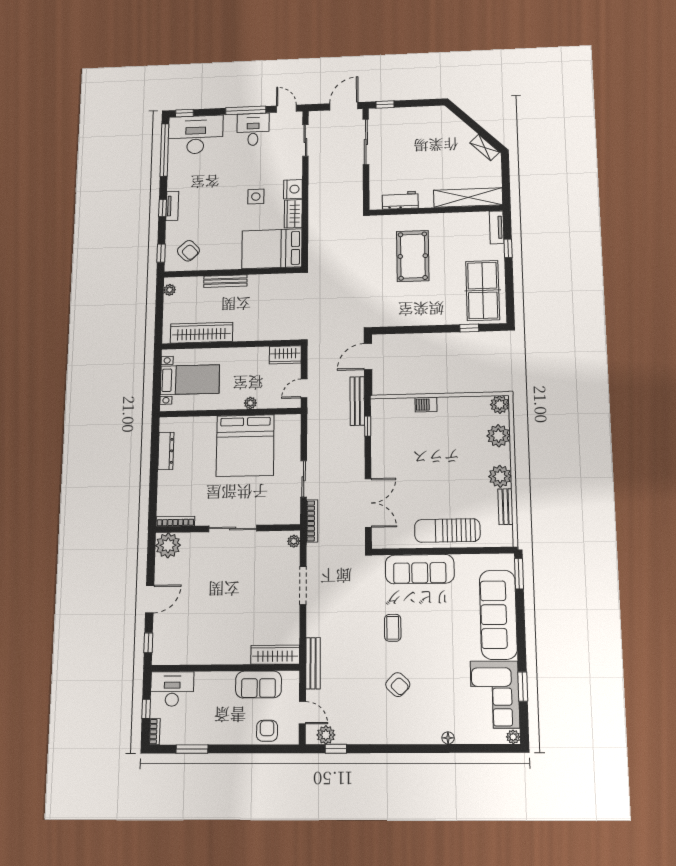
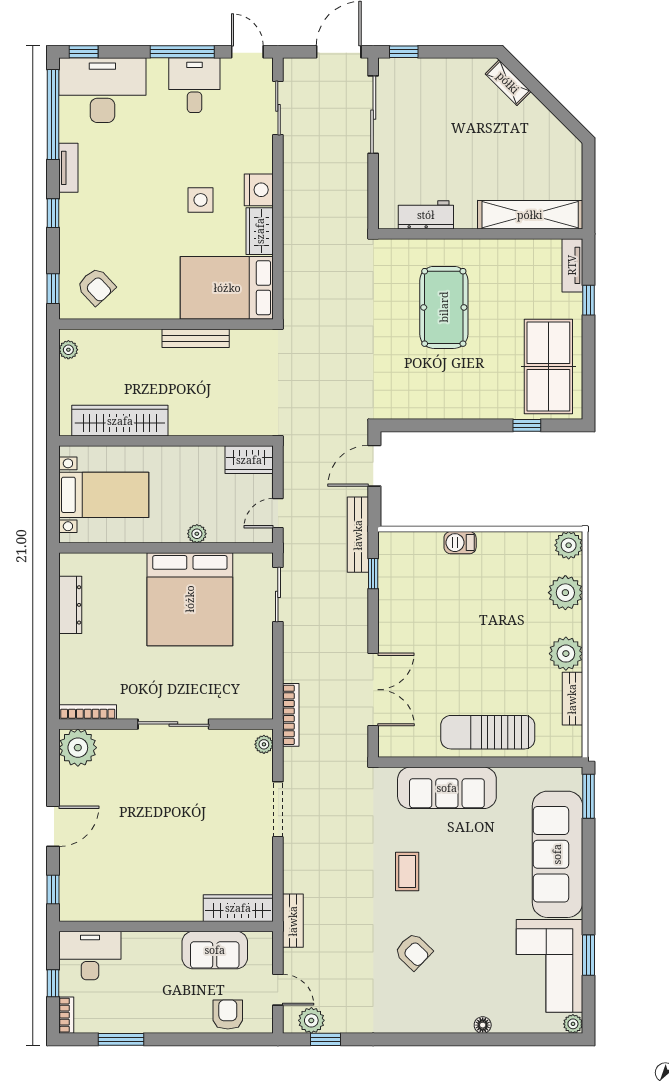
shelving: (485, 148) -> (508, 83), moved
tv unit: (172, 206) -> (68, 168), moved
bench: (225, 281) -> (196, 338), moved
sliding door: (304, 479) -> (278, 594), moved
bench: (313, 663) -> (293, 921), width x0.73

